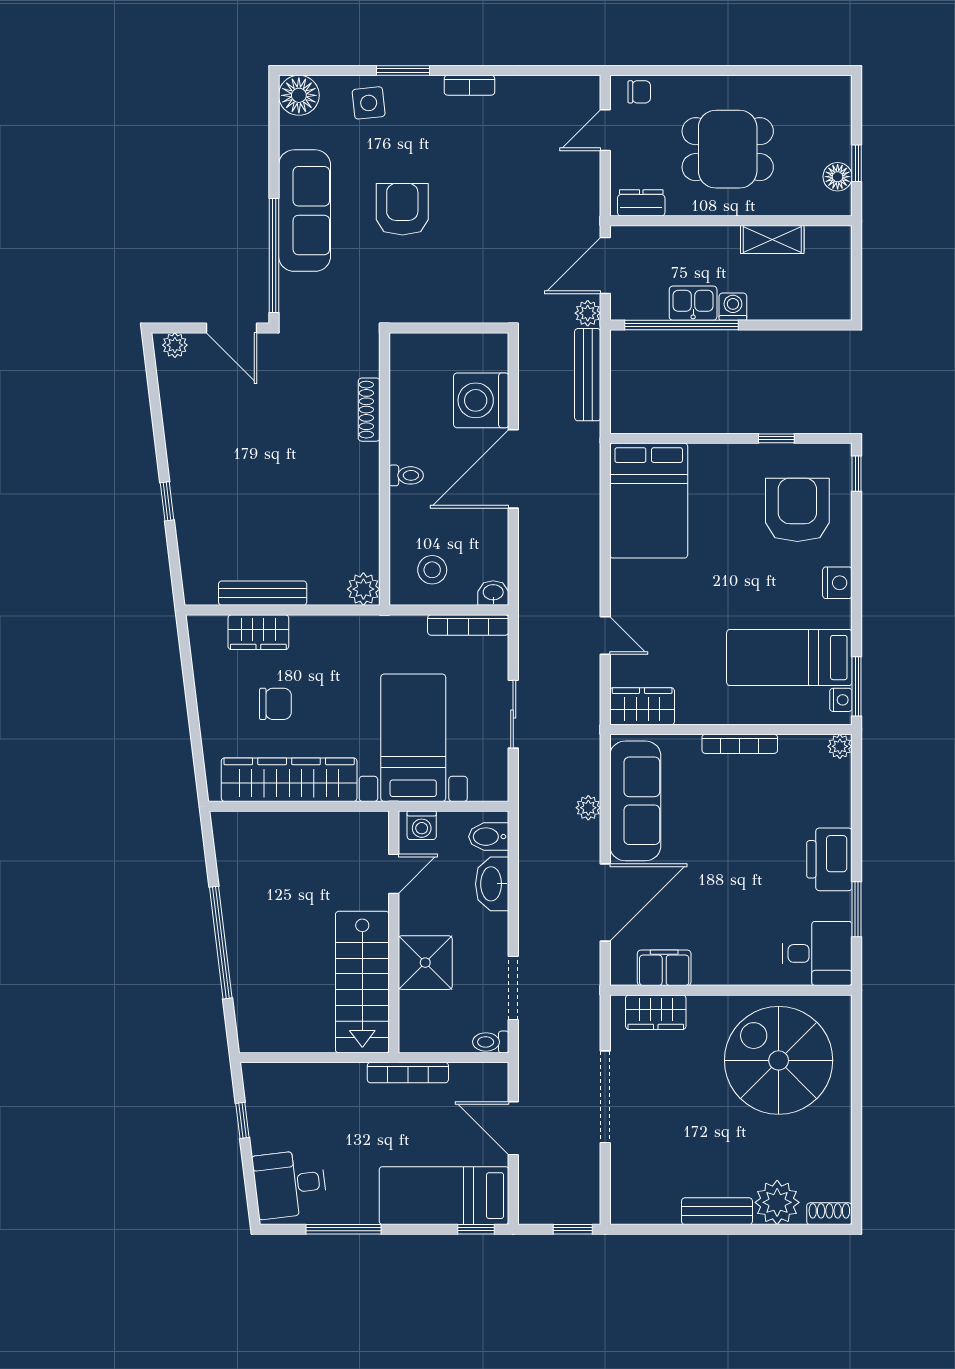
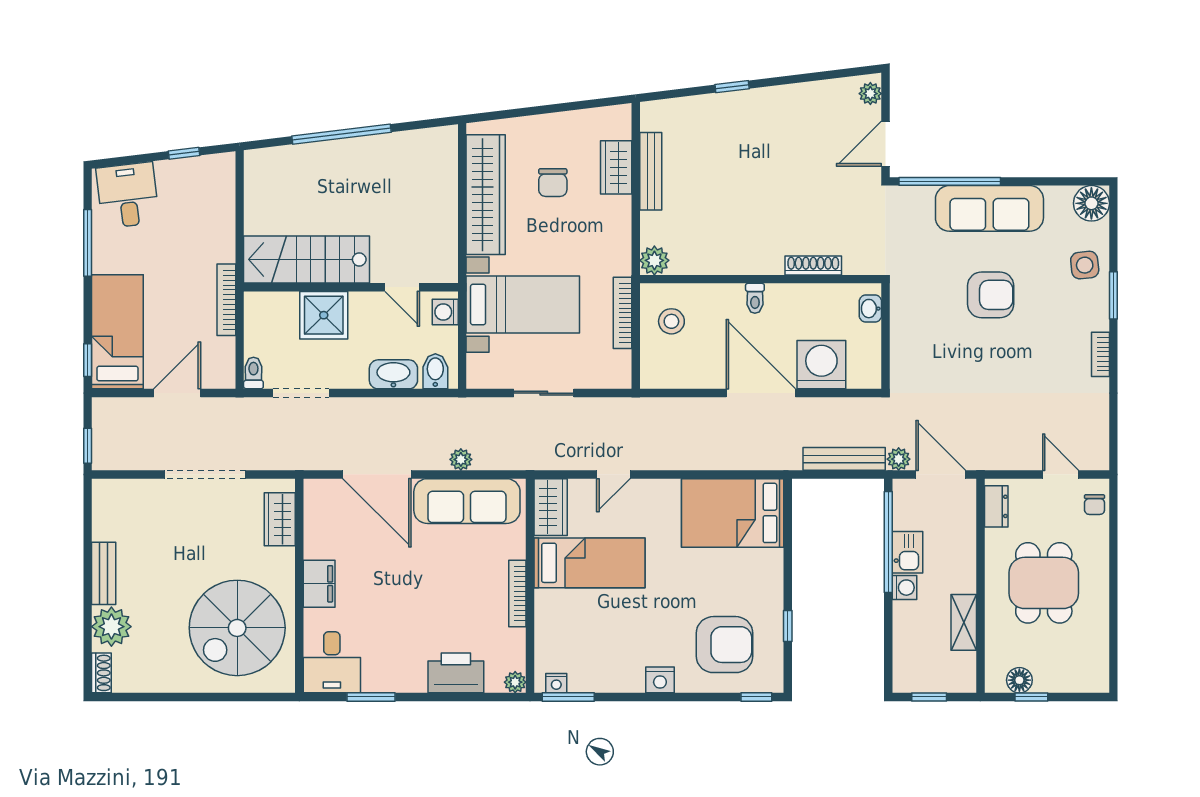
window: (857, 279) -> (929, 697), added
washbasin: (493, 593) -> (870, 309), moved, turned 180
bookcase: (468, 625) -> (623, 313), moved
bed: (789, 658) -> (589, 563), moved, turned 90
printer: (829, 859) -> (456, 673), moved
filing cabinet: (664, 968) -> (319, 584), moved
spiral stairs: (779, 1060) -> (237, 628), turned 180

